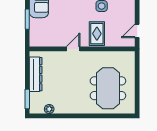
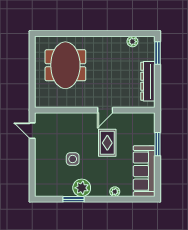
door: (137, 31) -> (32, 131), swing flipped
rug: (97, 34) -> (107, 143), moved

